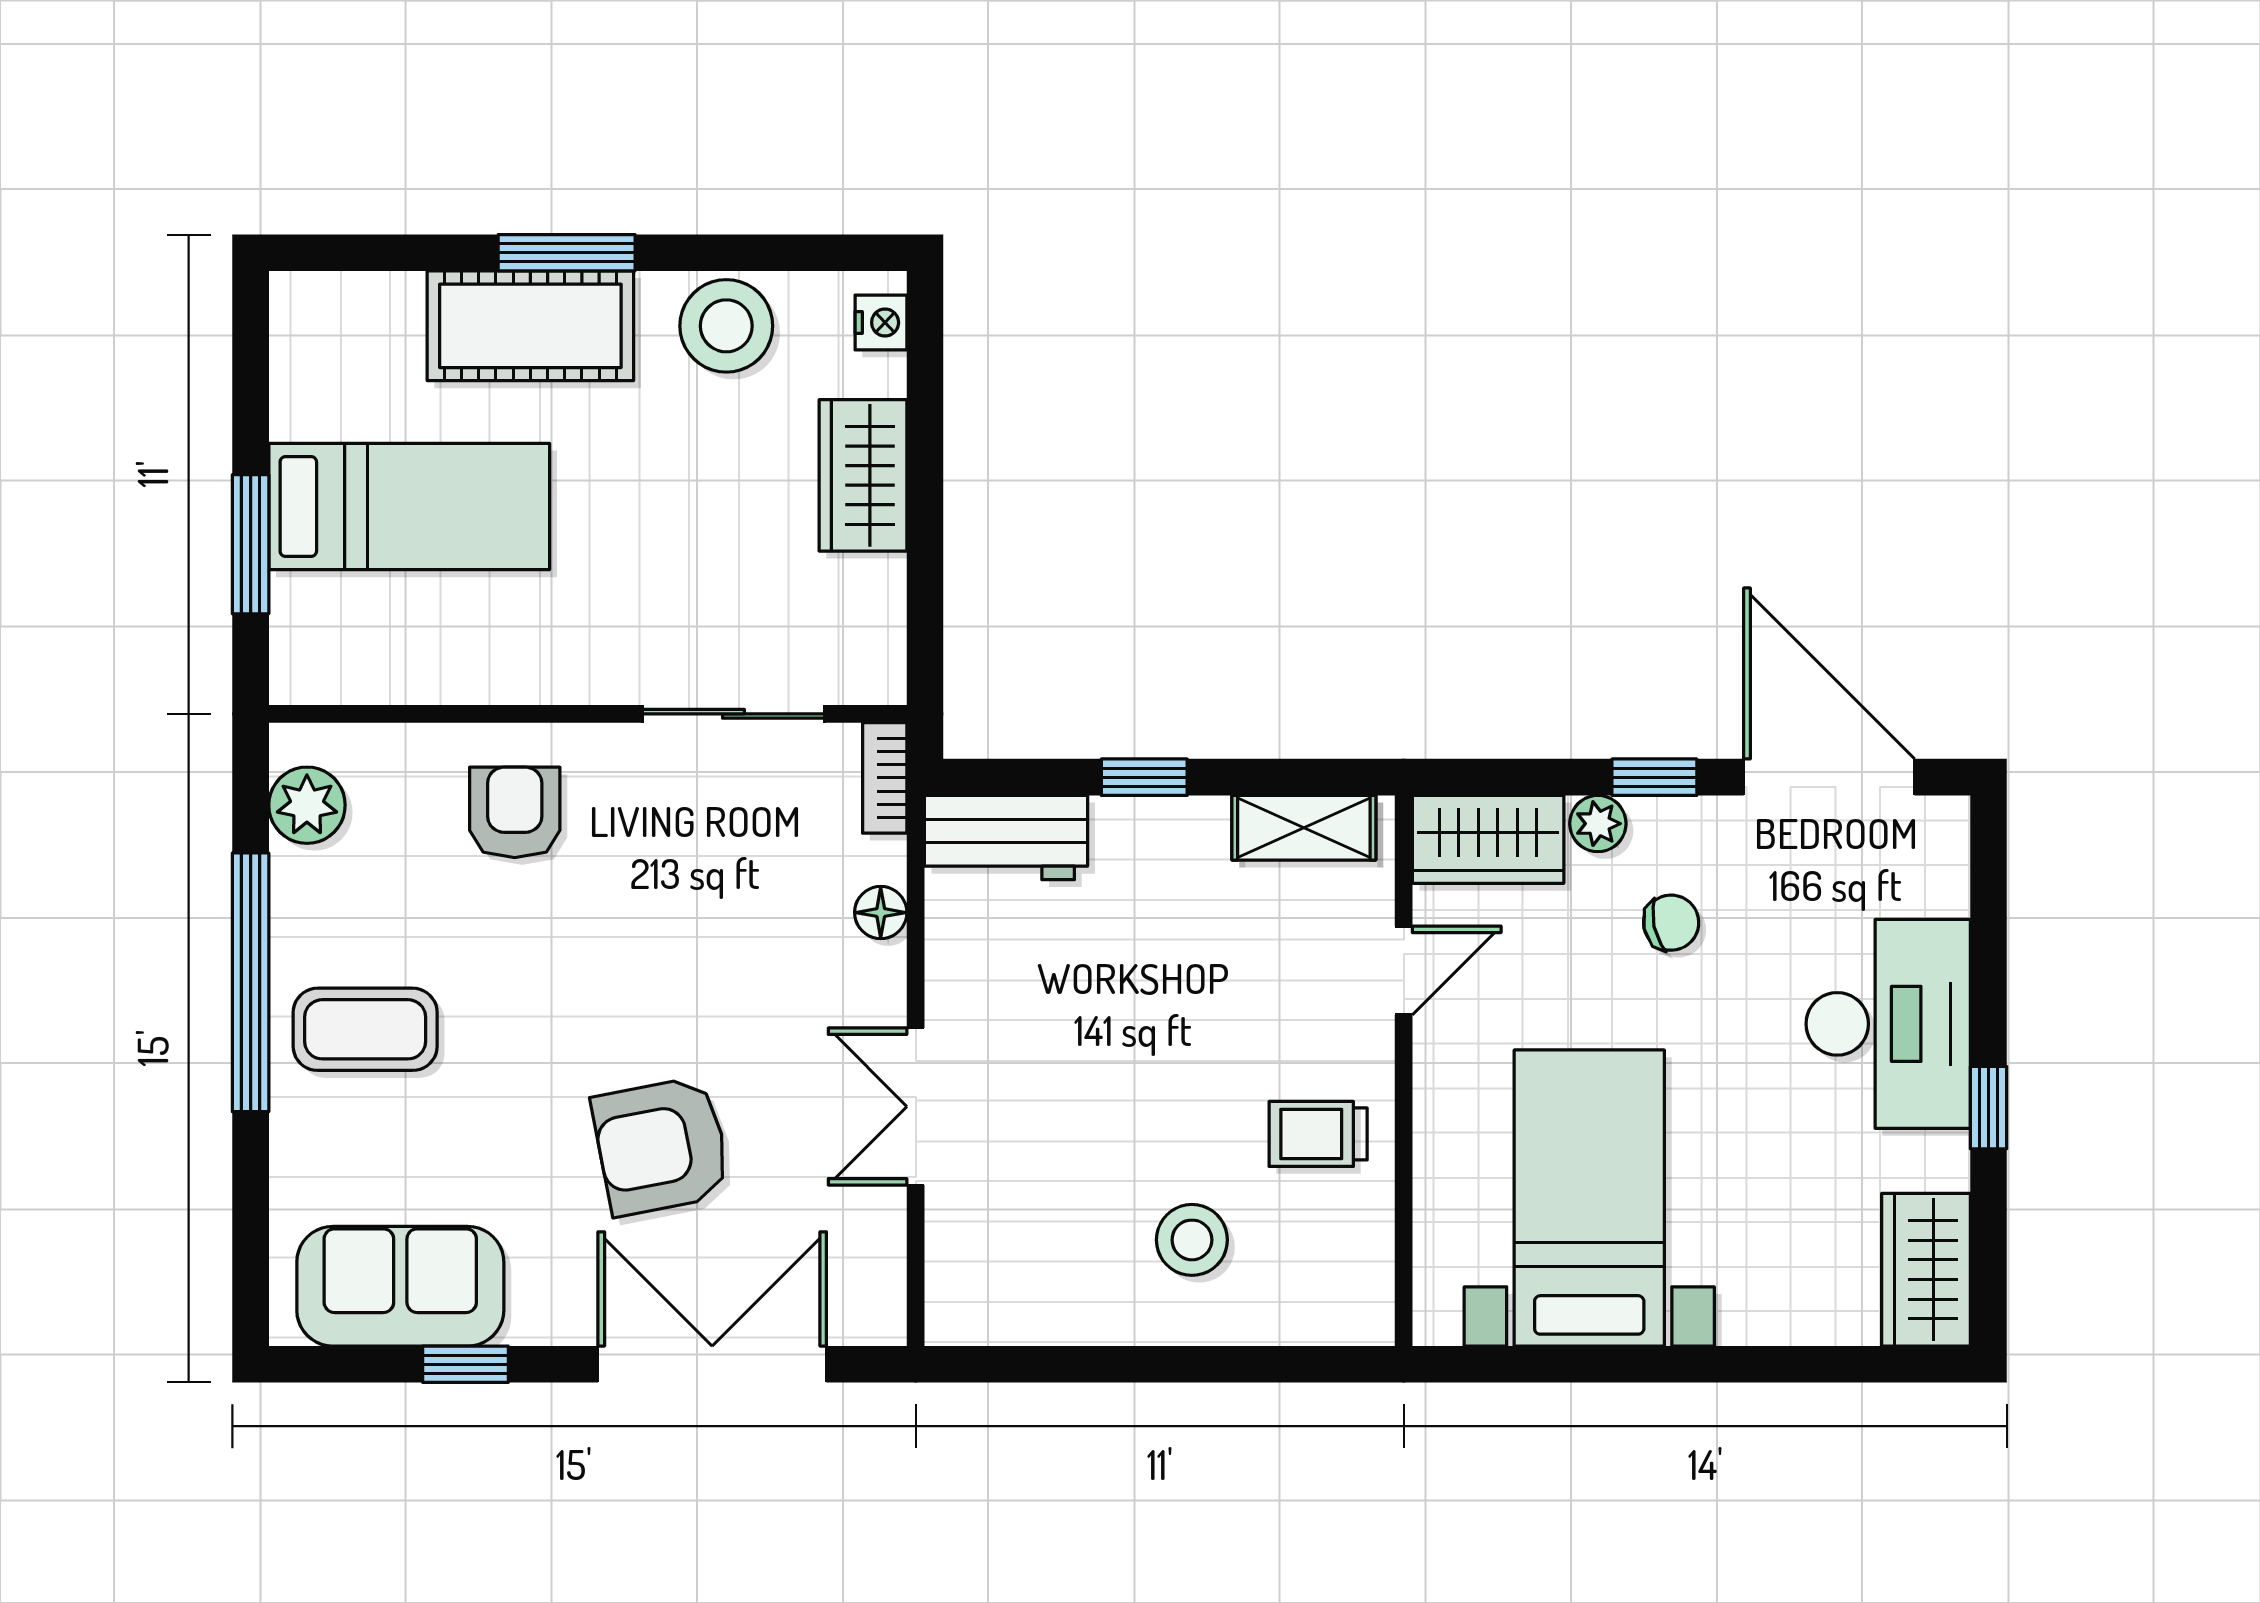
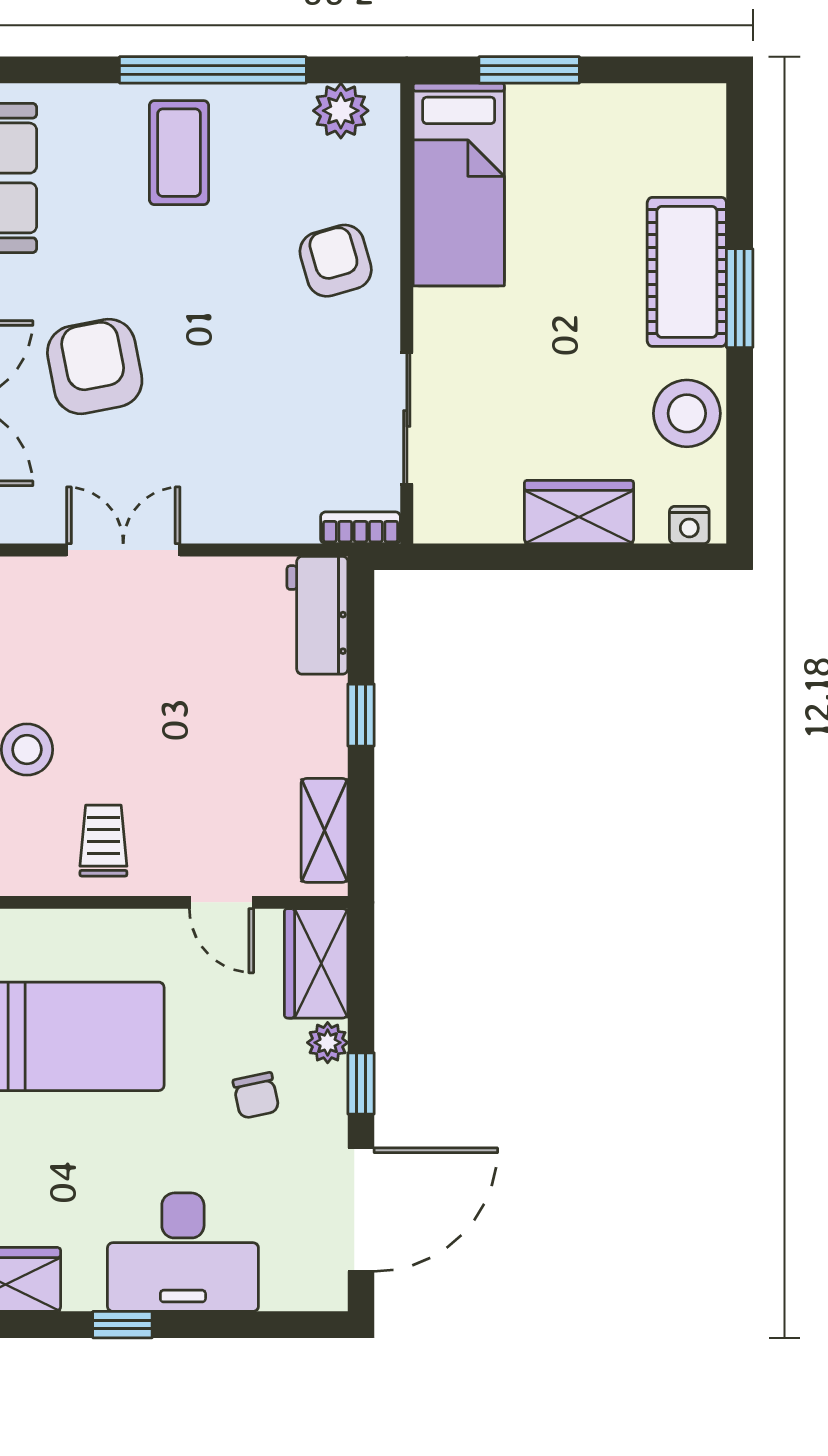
bed: (409, 507) -> (459, 184), moved
armchair: (515, 812) -> (336, 261), turned -106
floor lamp: (881, 913) -> (263, 525), removed

